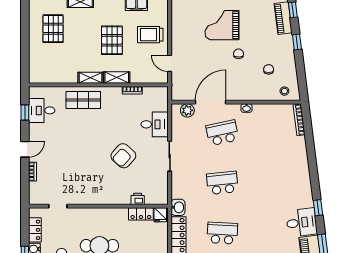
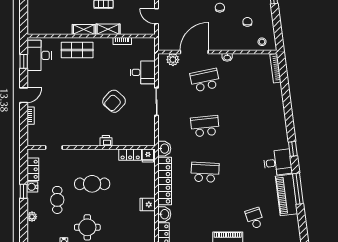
desk: (42, 110) -> (39, 55), width x1.37
printer: (138, 199) -> (106, 141), moved

